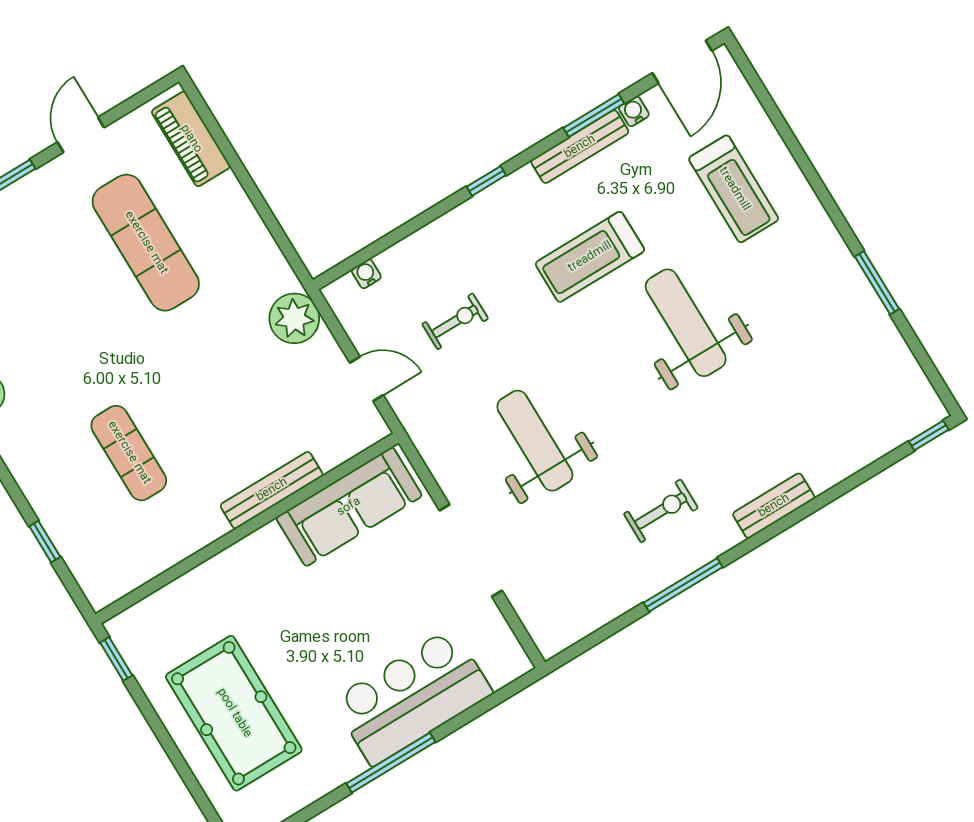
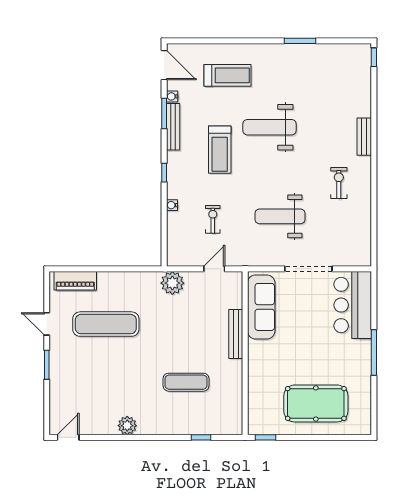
water cooler: (366, 274) -> (172, 205), moved
window: (683, 585) -> (374, 192), removed
bar counter: (412, 697) -> (353, 305), moved

